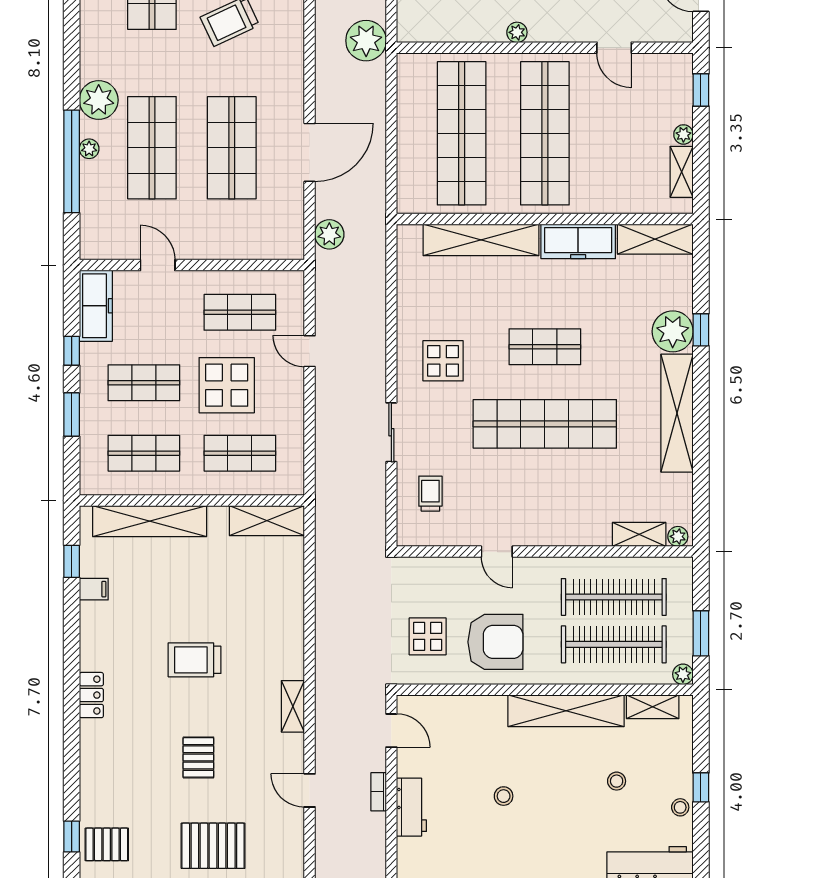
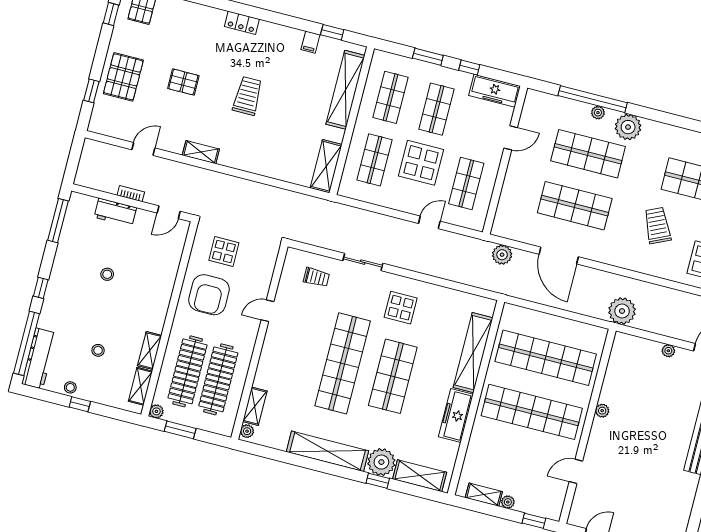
shelving: (655, 239) -> (420, 476), moved, turned 90
shop shelf: (545, 347) -> (393, 376), width x1.43, depth x1.36
shelving: (566, 711) -> (150, 351), width x0.45, depth x0.75

